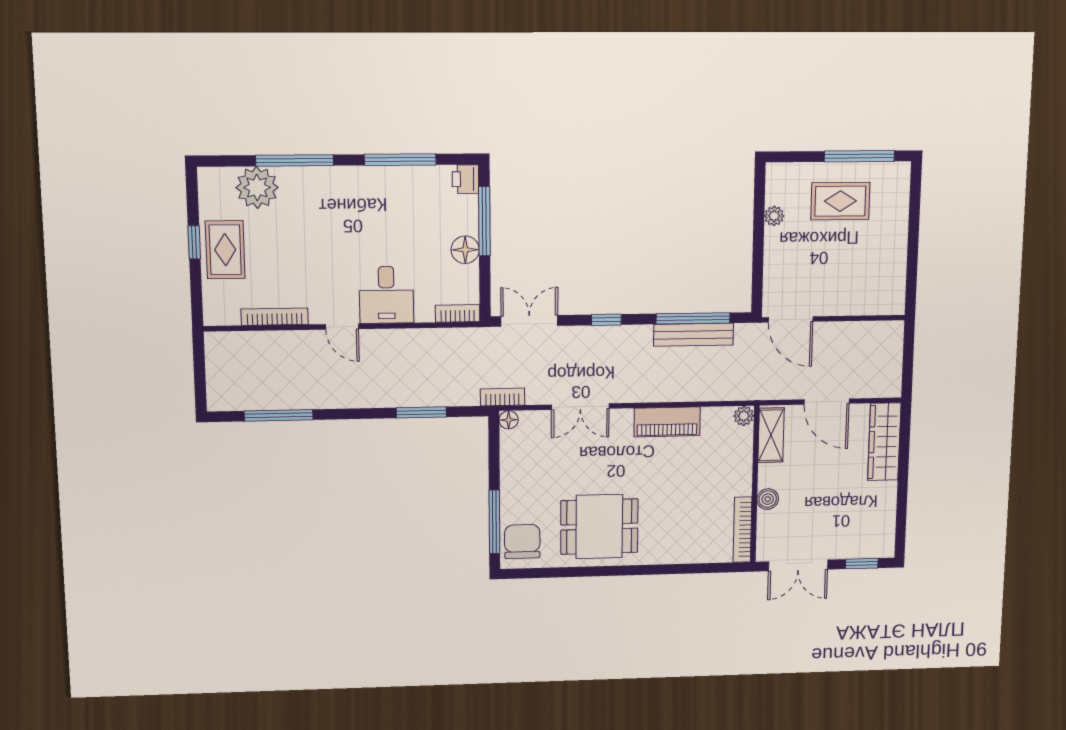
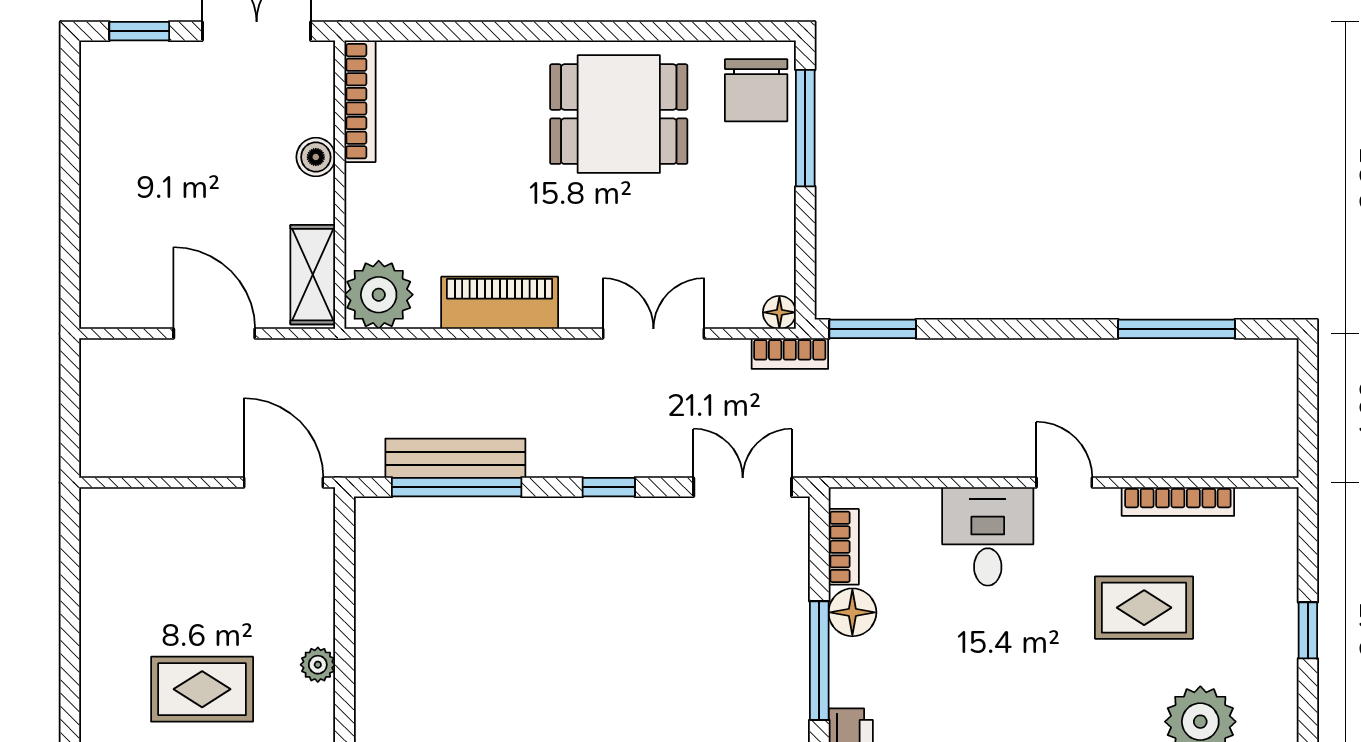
rug: (225, 250) -> (1144, 608), moved, turned 90
bookcase: (458, 313) -> (844, 547), moved, turned -90
double door: (529, 321) -> (743, 487), swing flipped
window: (421, 412) -> (873, 329), moved
plant: (744, 416) -> (379, 295), width x1.88, depth x1.88
wardrobe: (884, 442) -> (107, 258), removed

